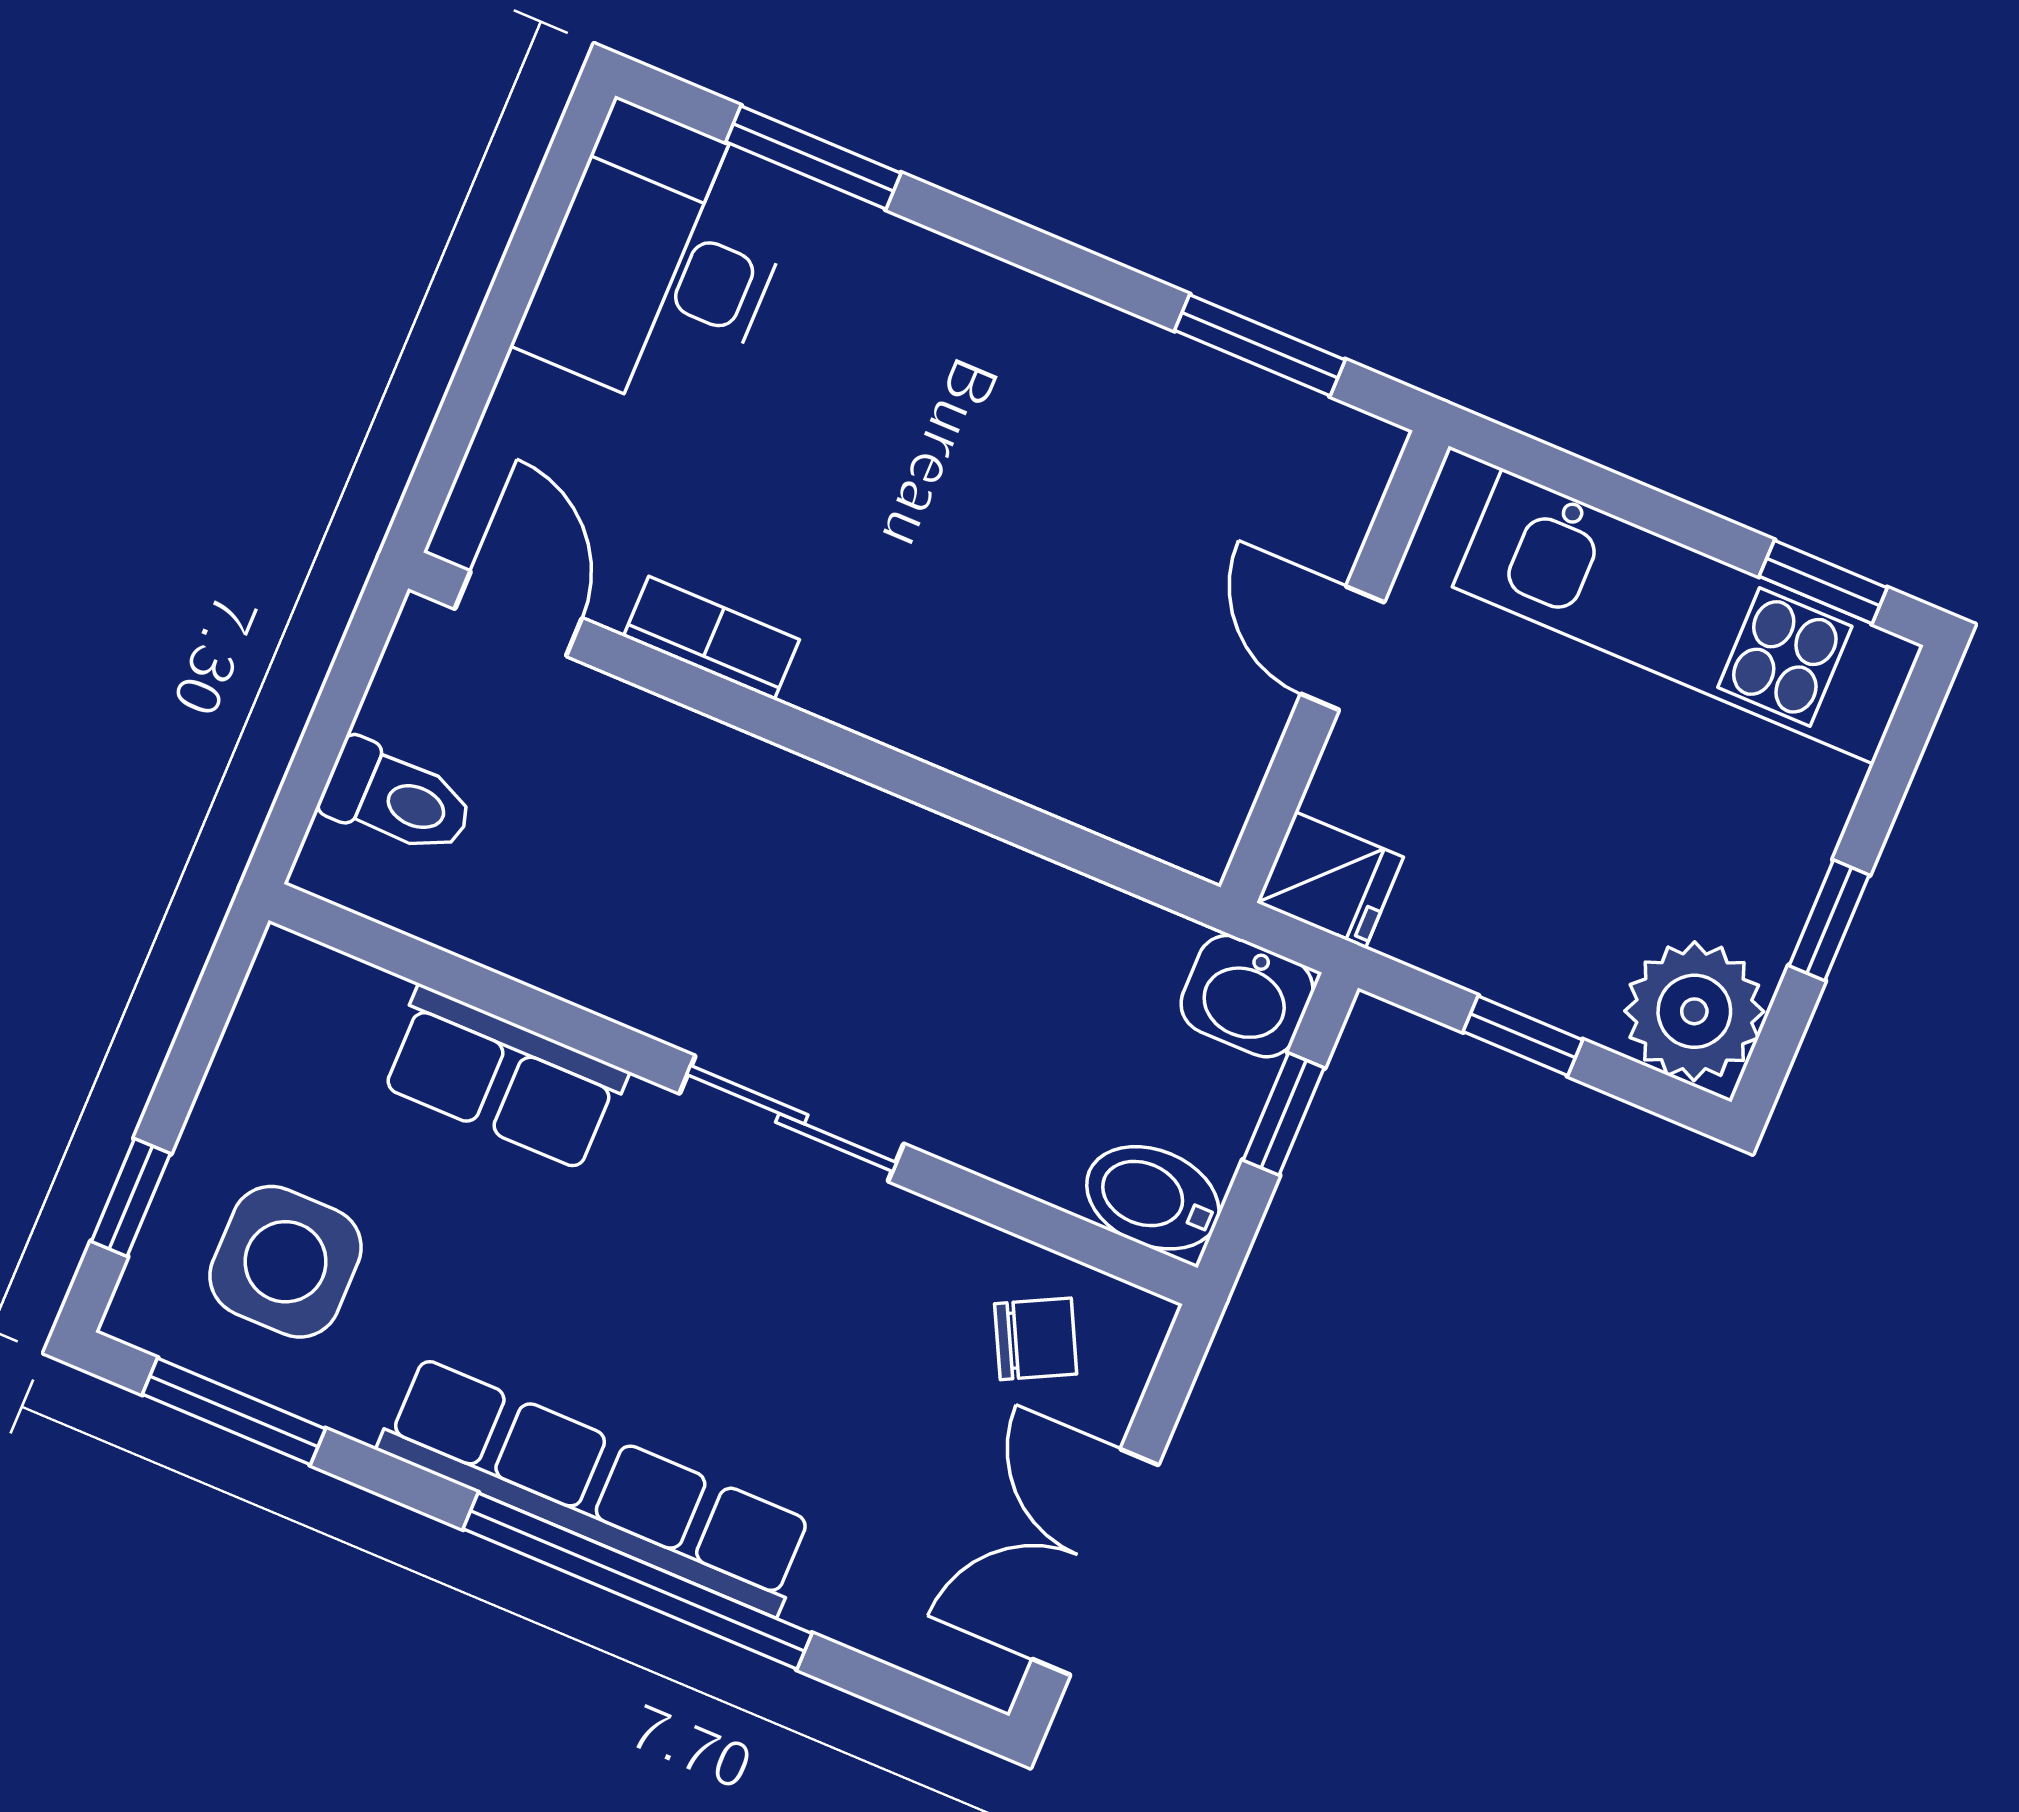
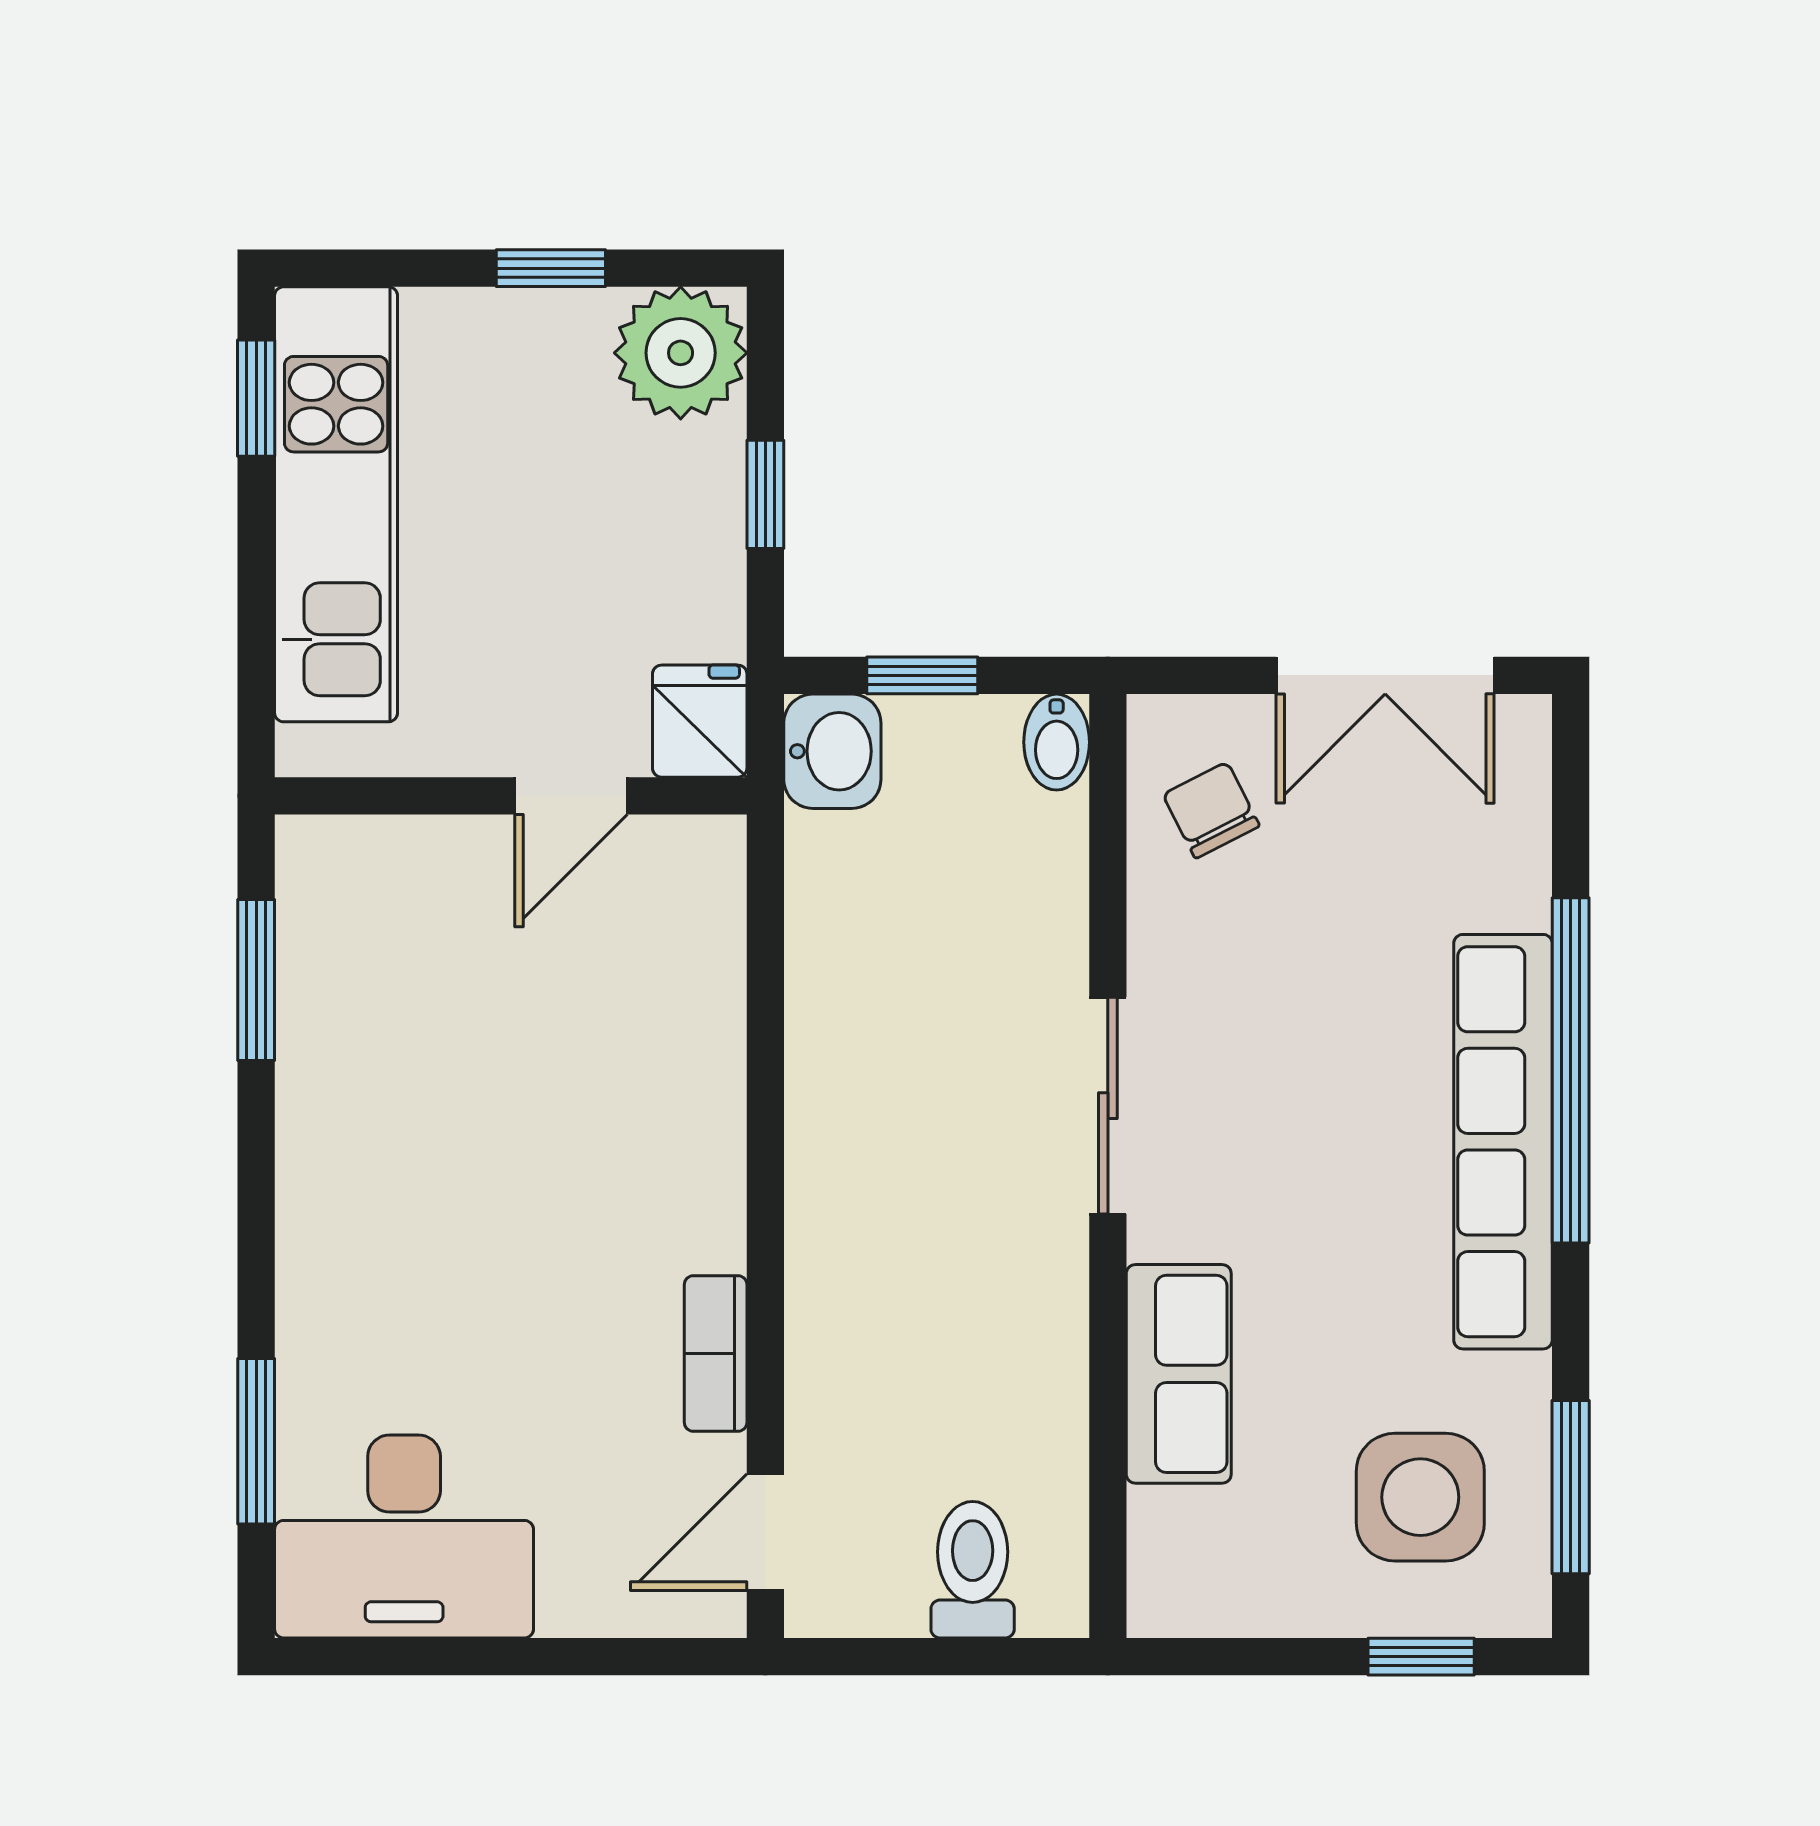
door: (1342, 648) -> (571, 796), moved
bidet: (1153, 1198) -> (1057, 742), width x0.72, depth x0.74

